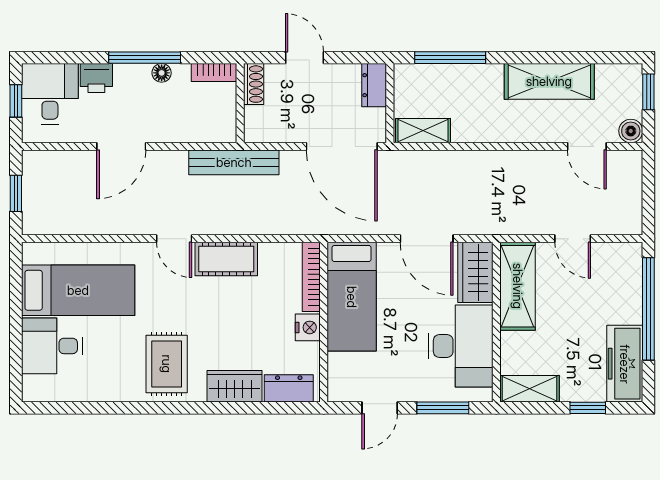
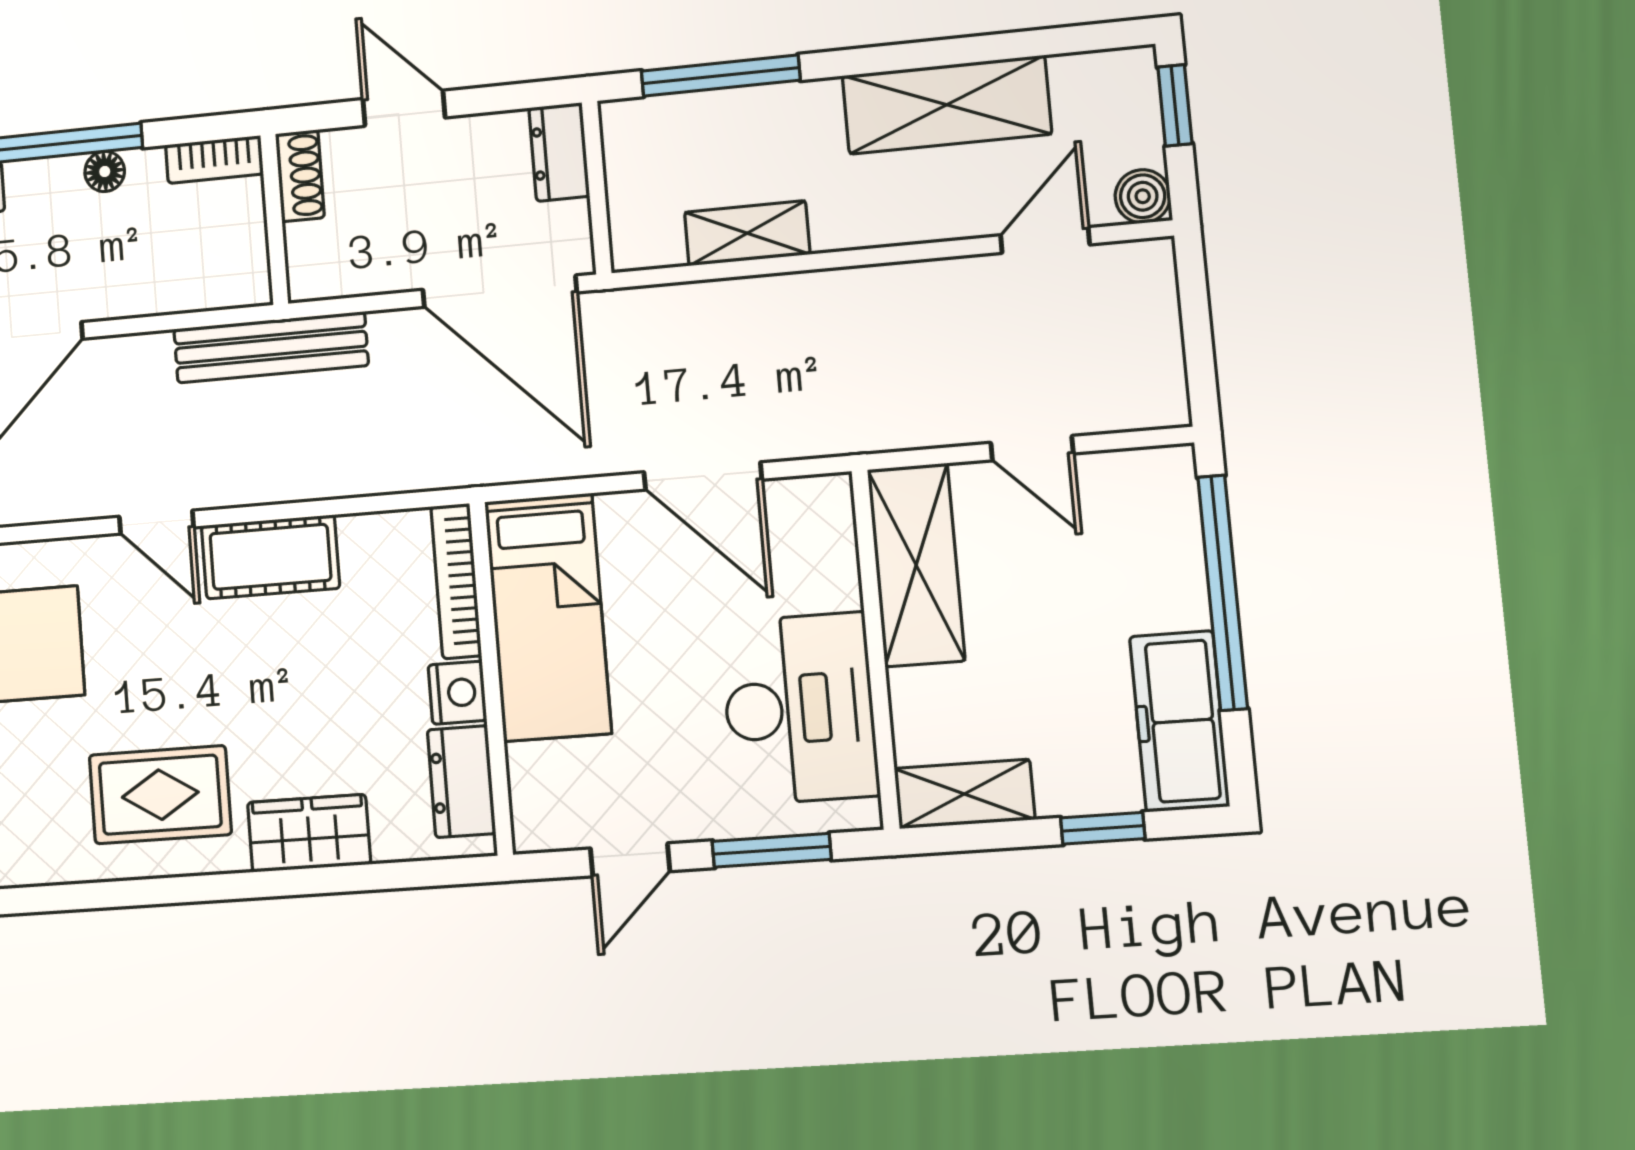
shelving: (423, 131) -> (747, 233), moved
door: (587, 146) -> (1045, 240), swing flipped
wardrobe: (475, 272) -> (818, 542), removed
rug: (167, 364) -> (160, 795), turned 90
dresser: (289, 388) -> (461, 782), moved, turned -90

